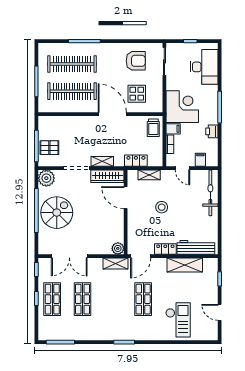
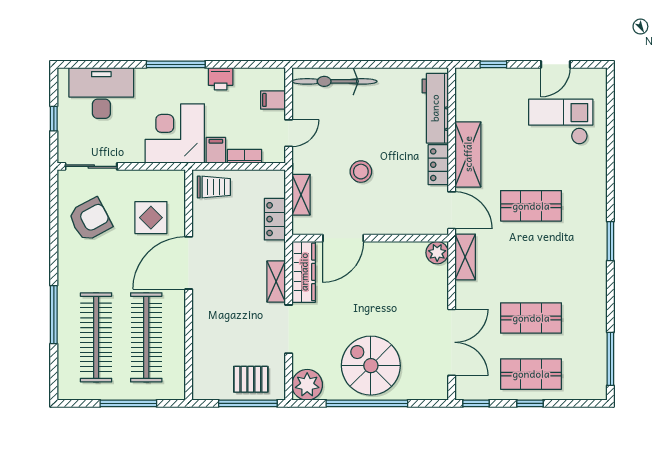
armchair: (136, 61) -> (90, 220), turned 62
pallet: (49, 148) -> (251, 379), turned 90
shelving: (185, 265) -> (468, 154), moved
checkout: (178, 320) -> (561, 122), moved

